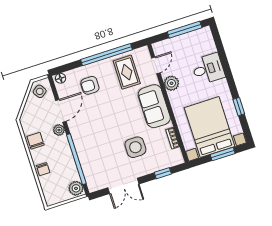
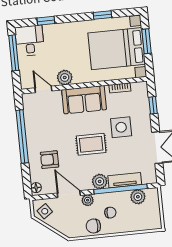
window: (222, 54) -> (46, 21), added
desk: (208, 69) -> (30, 41), moved
rug: (127, 72) -> (91, 144), moved
armchair: (90, 85) -> (50, 160), turned 90
plant: (79, 138) -> (100, 181), added
tv unit: (86, 161) -> (125, 180), added
chair: (43, 169) -> (110, 213), moved
plant: (76, 188) -> (138, 197), moved

